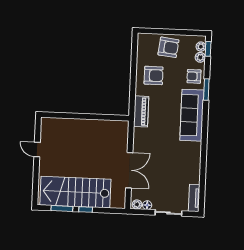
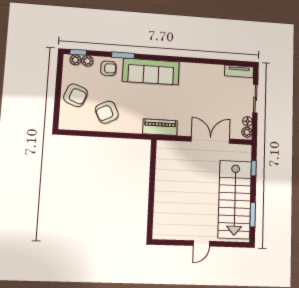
armchair: (168, 47) -> (75, 95), turned 104
armchair: (154, 76) -> (107, 112), turned -116
armchair: (194, 76) -> (108, 68), turned -90
piano: (141, 111) -> (160, 127), moved
door: (37, 150) -> (201, 243), moved
window: (86, 209) -> (254, 168), moved

